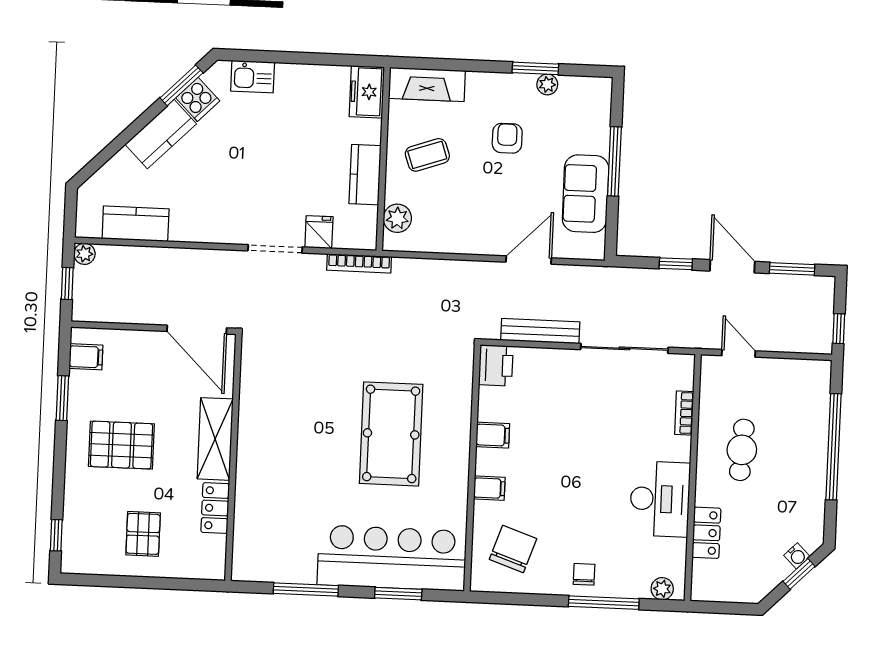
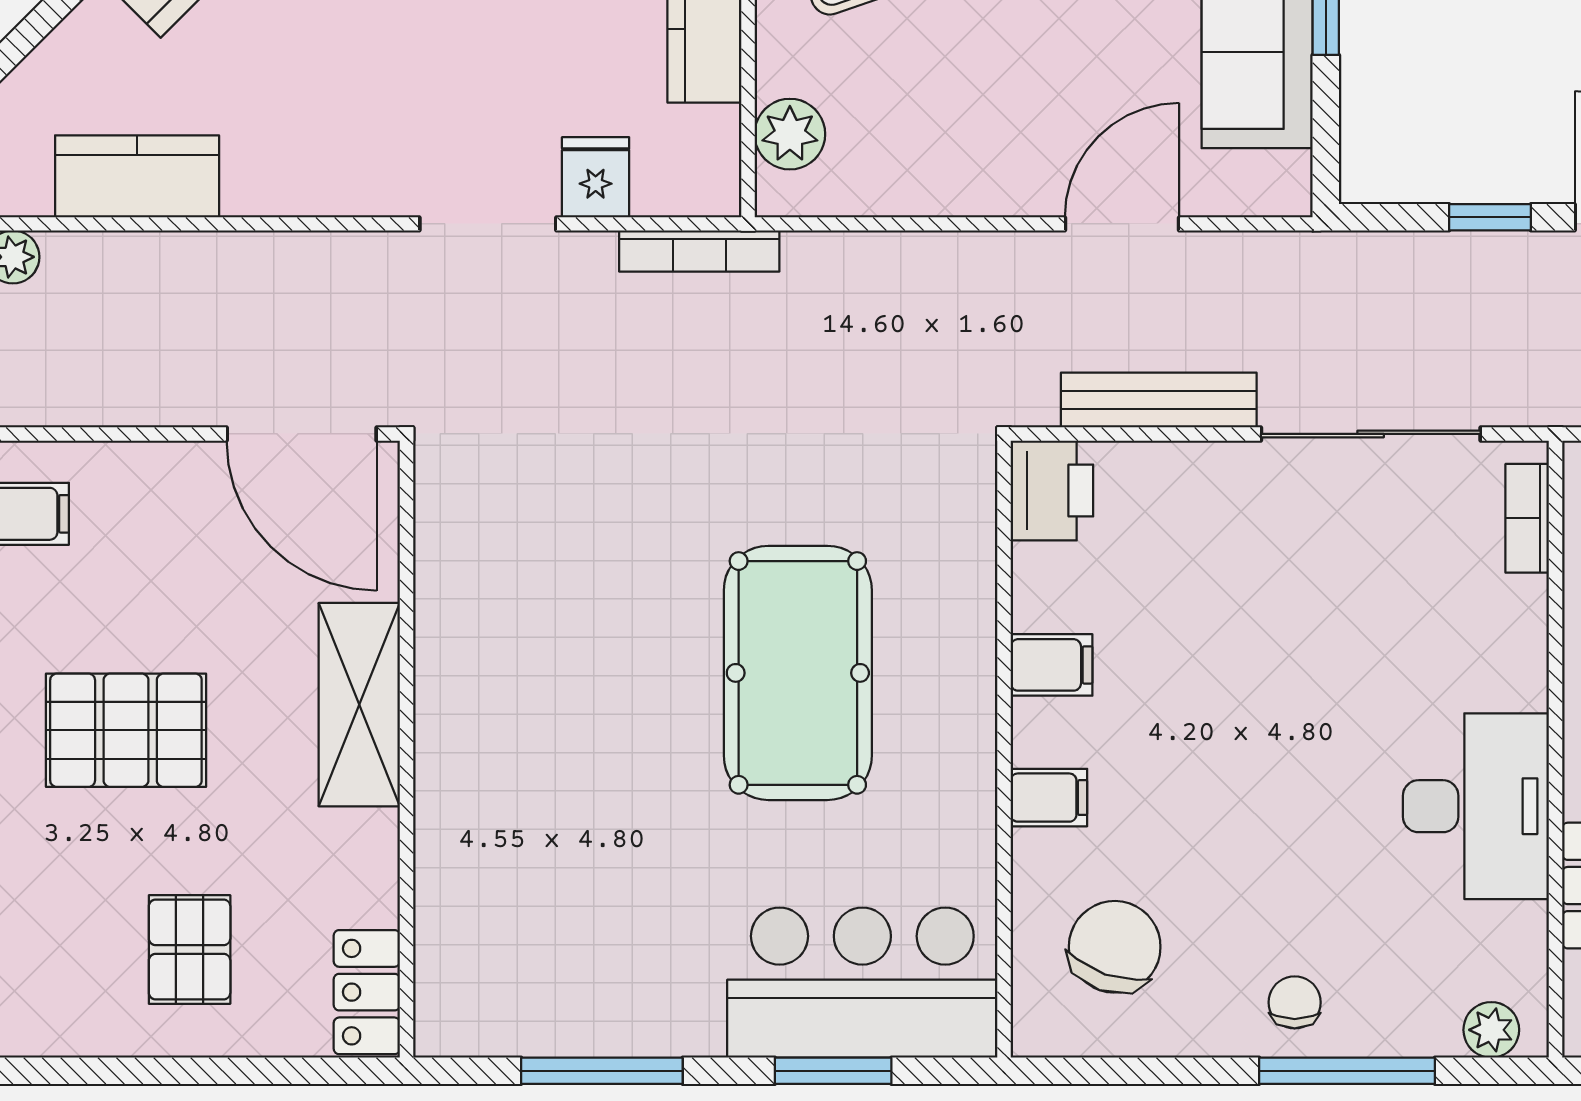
bookcase: (684, 413) -> (1527, 518), moved
locker: (215, 508) -> (367, 992), moved
bar counter: (392, 558) -> (862, 983), width x0.73

